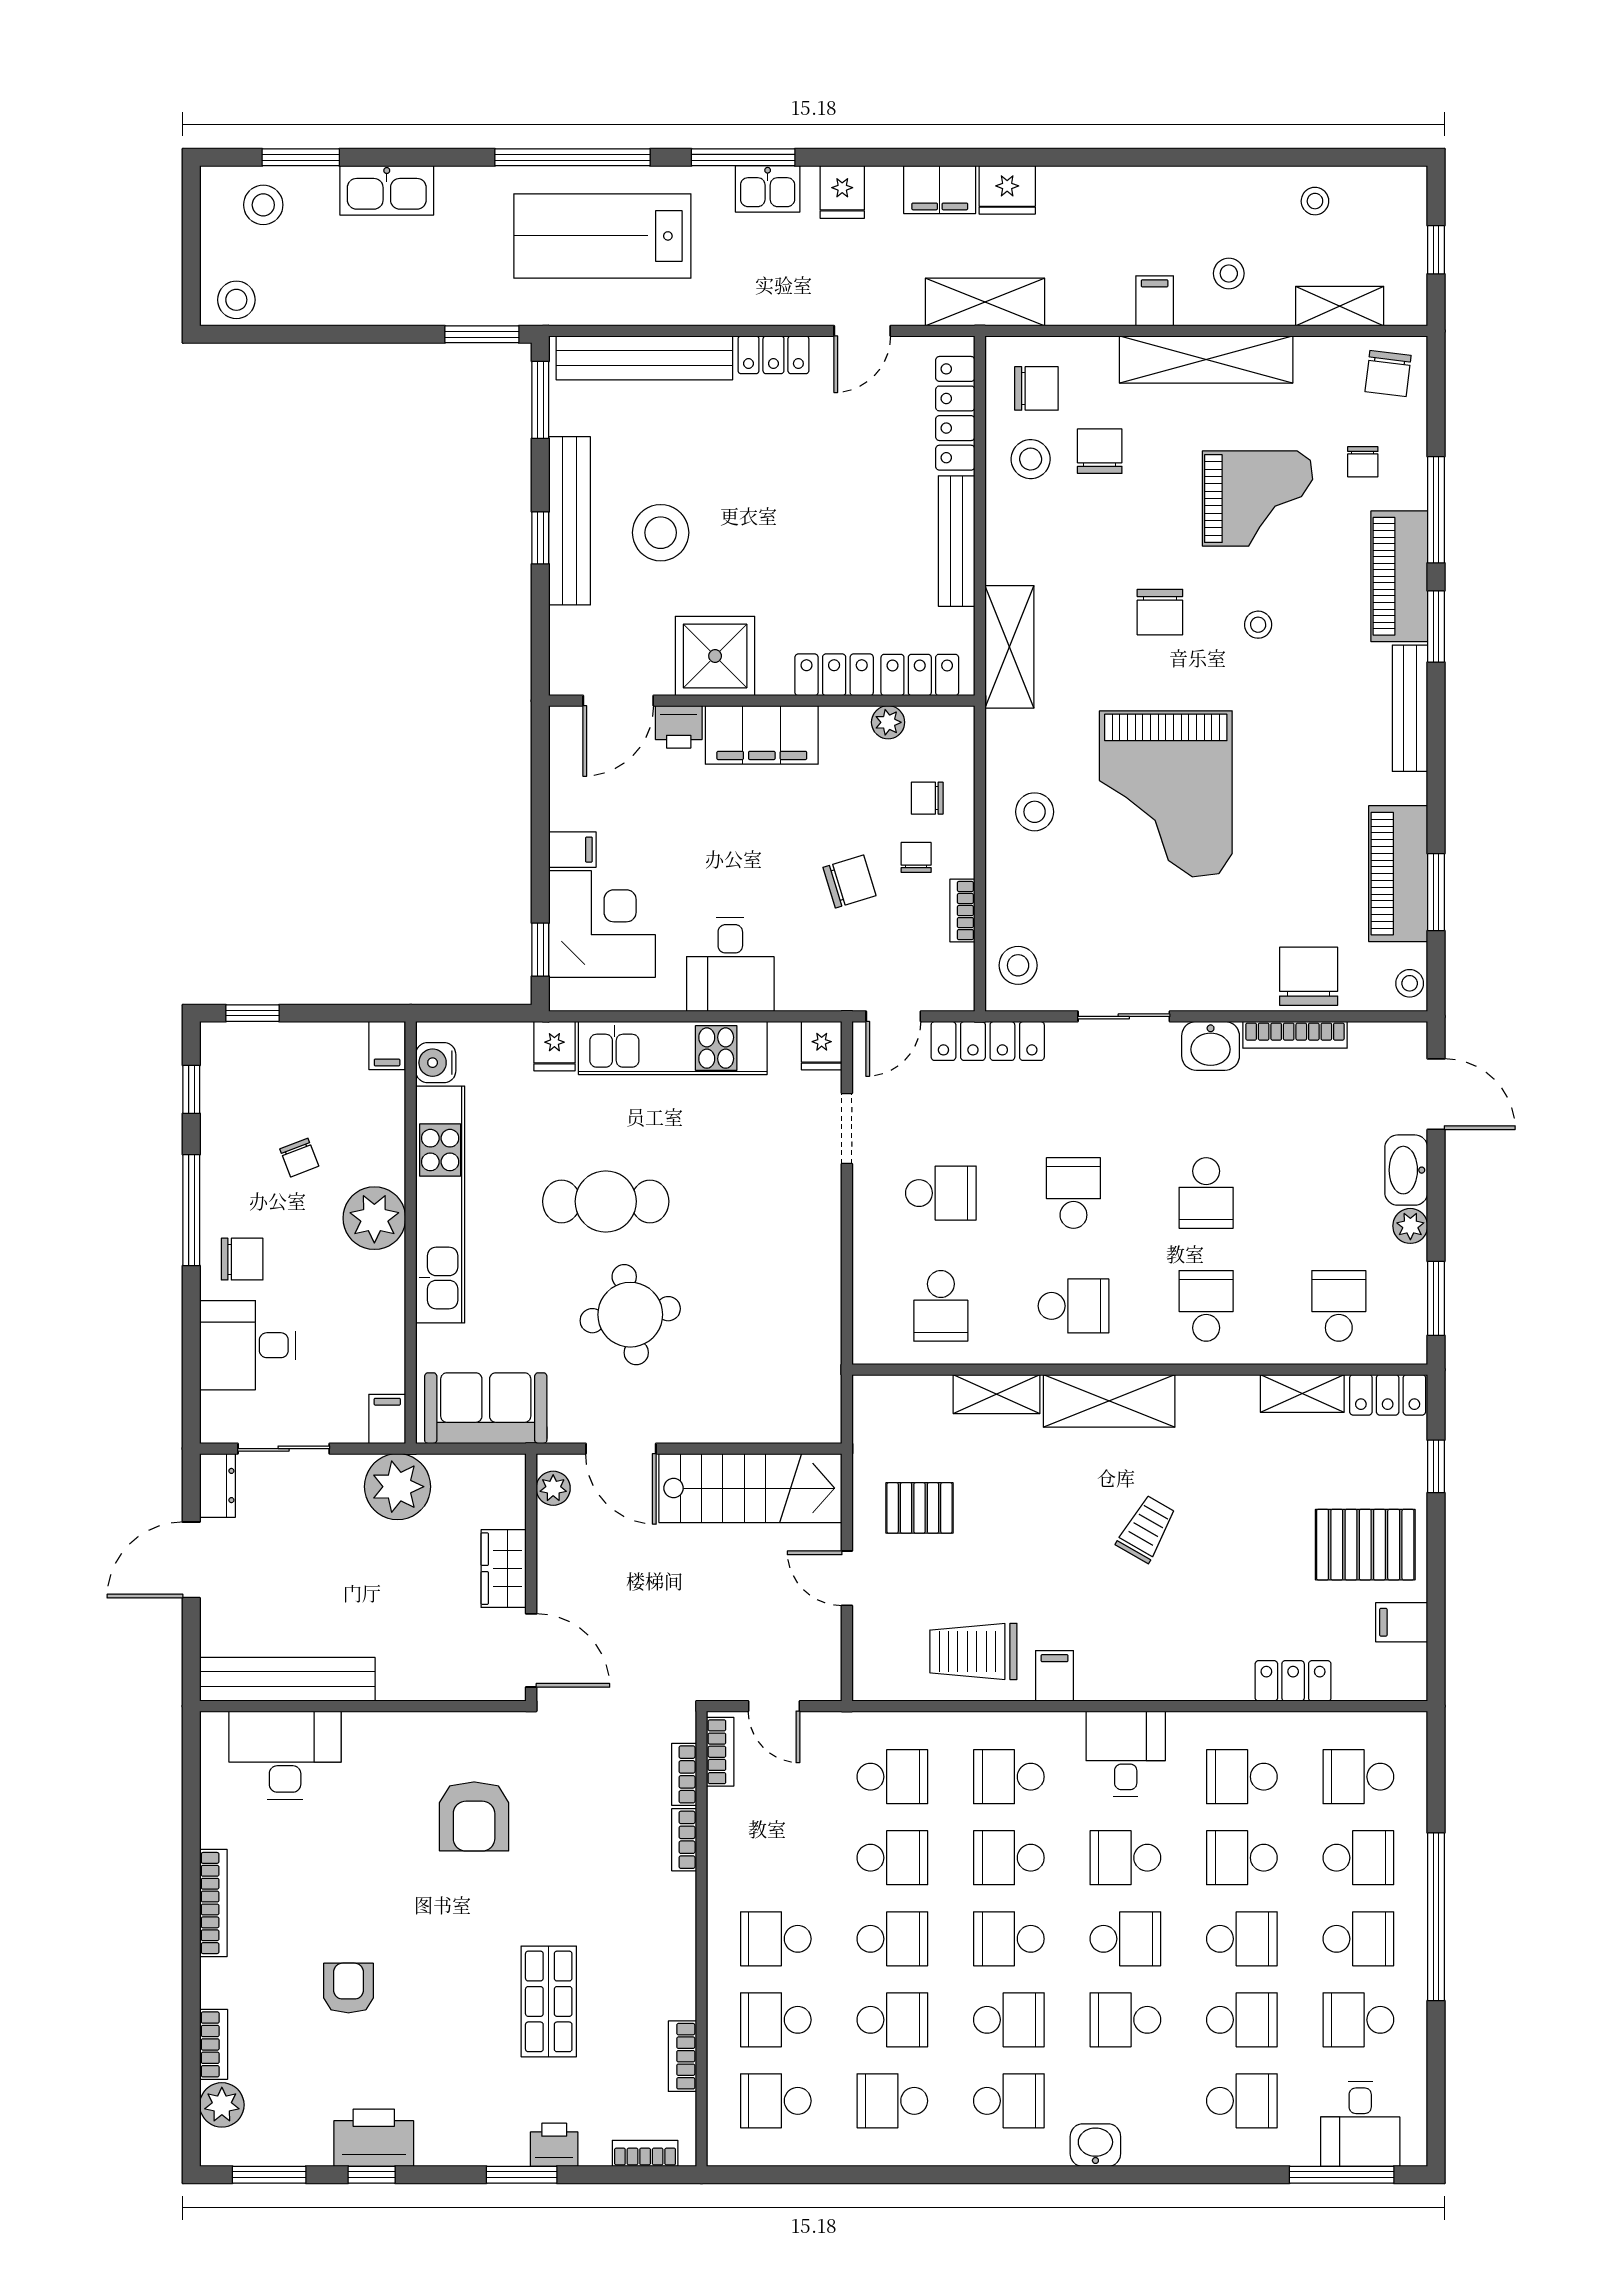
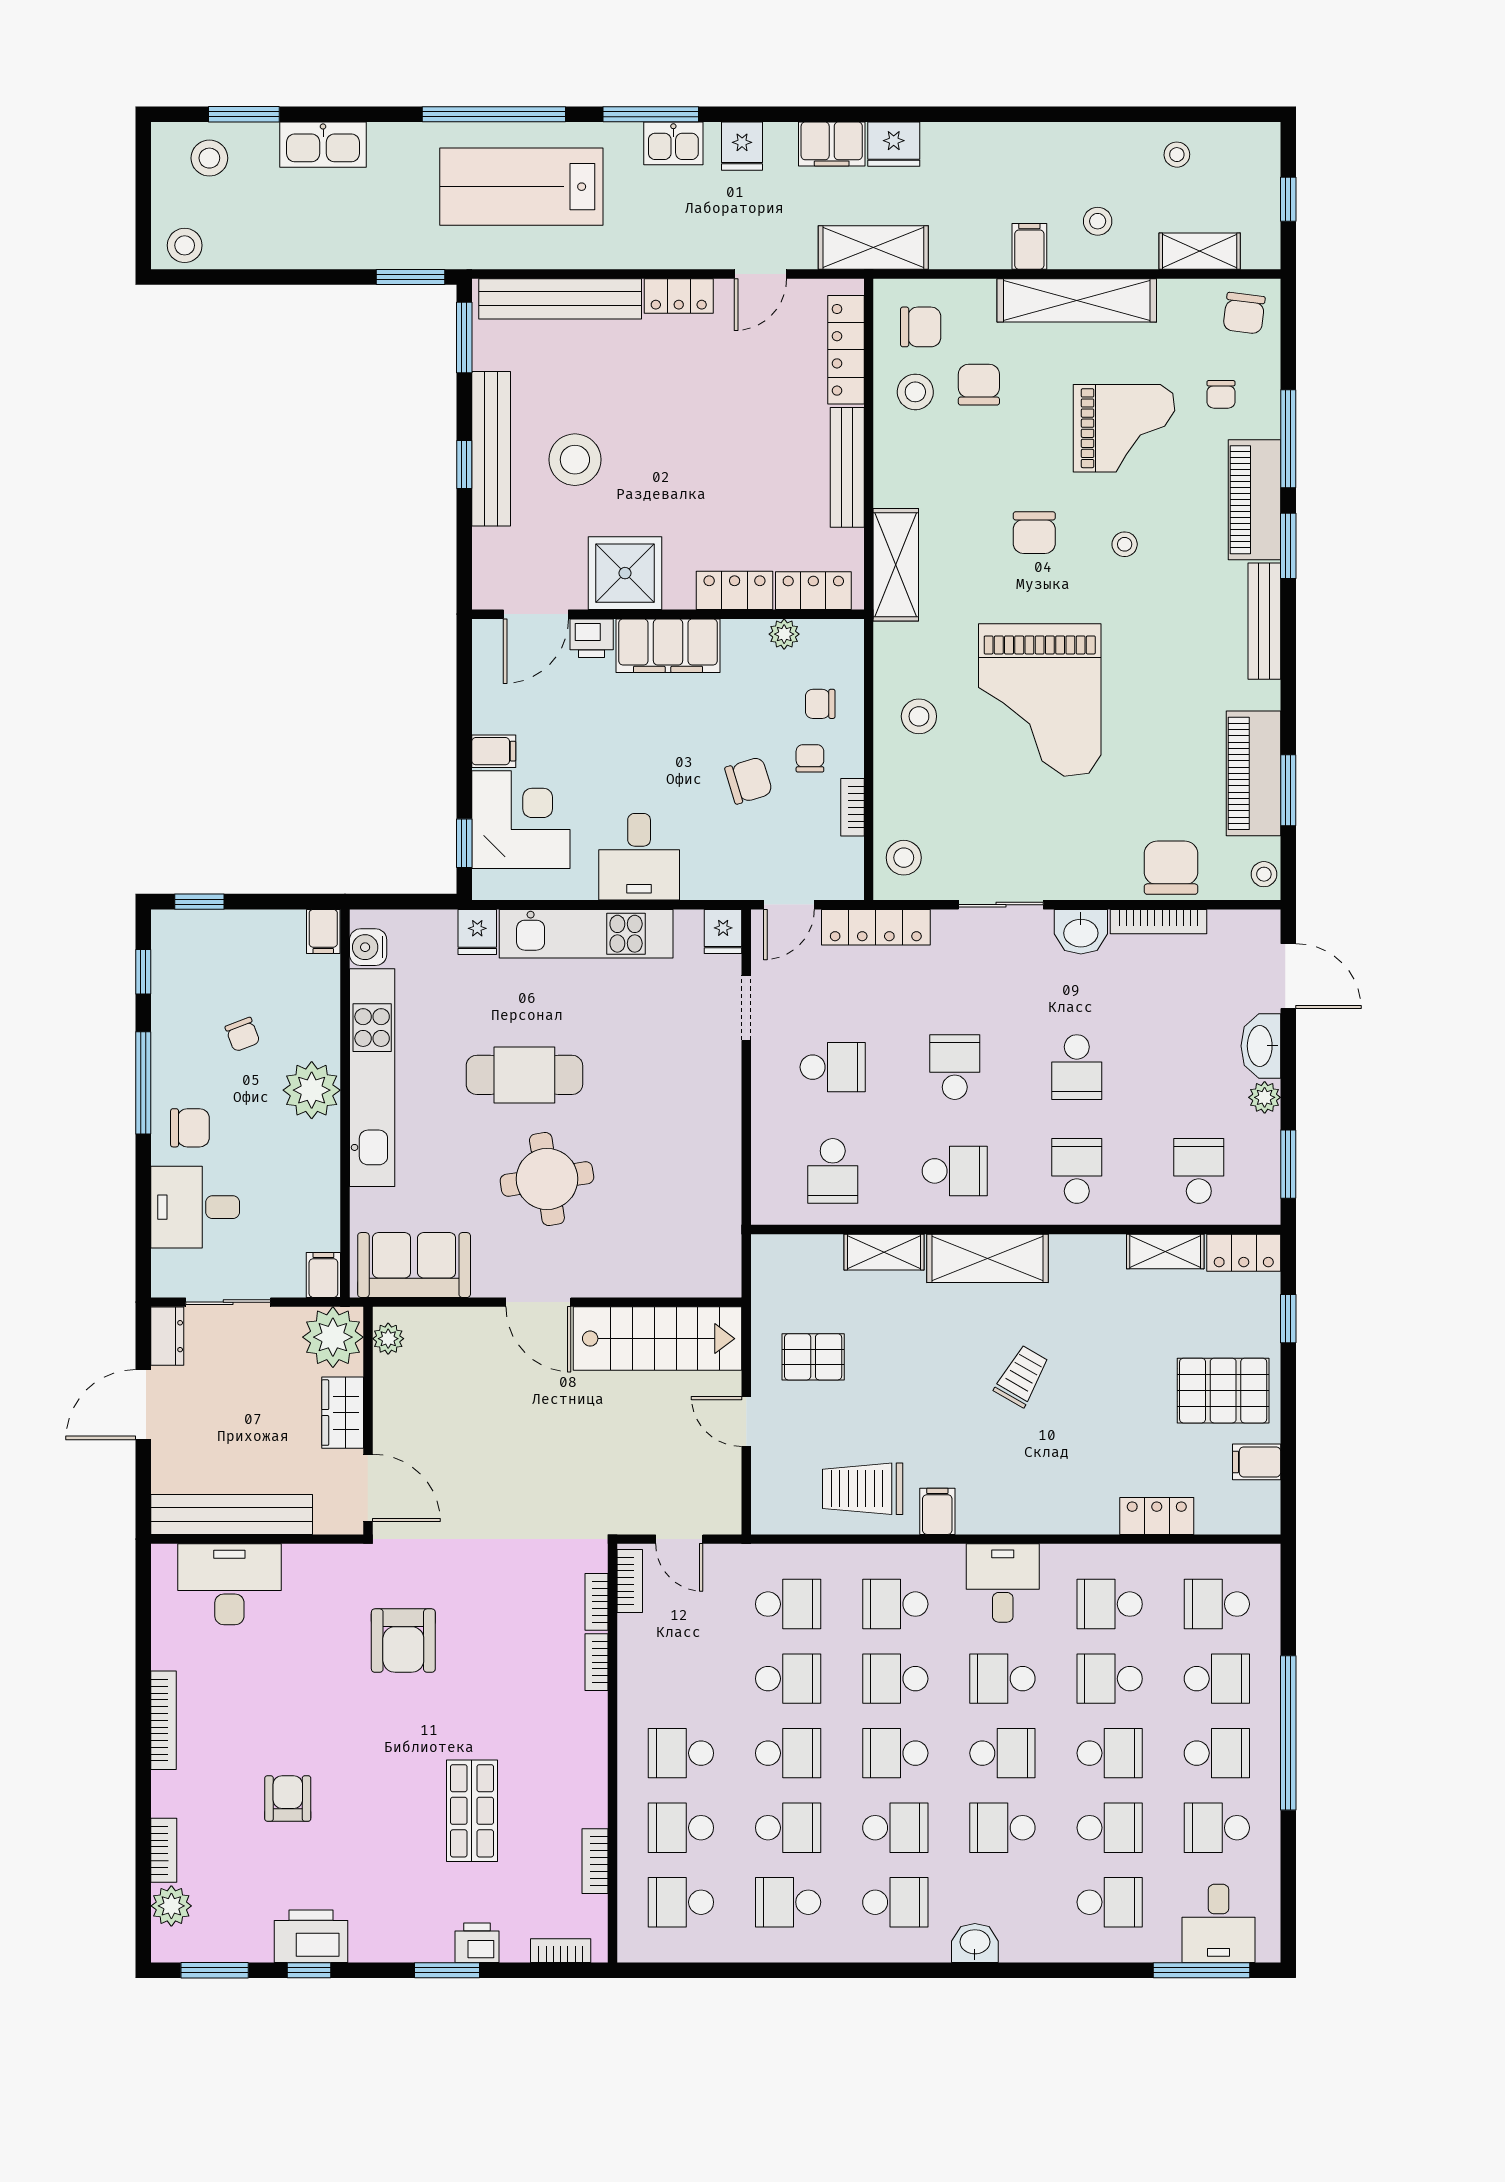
plant: (553, 1488) -> (388, 1339), moved
wardrobe: (504, 1569) -> (343, 1413), moved
wall: (531, 1577) -> (368, 1421), moved
door: (531, 1650) -> (368, 1488), moved

